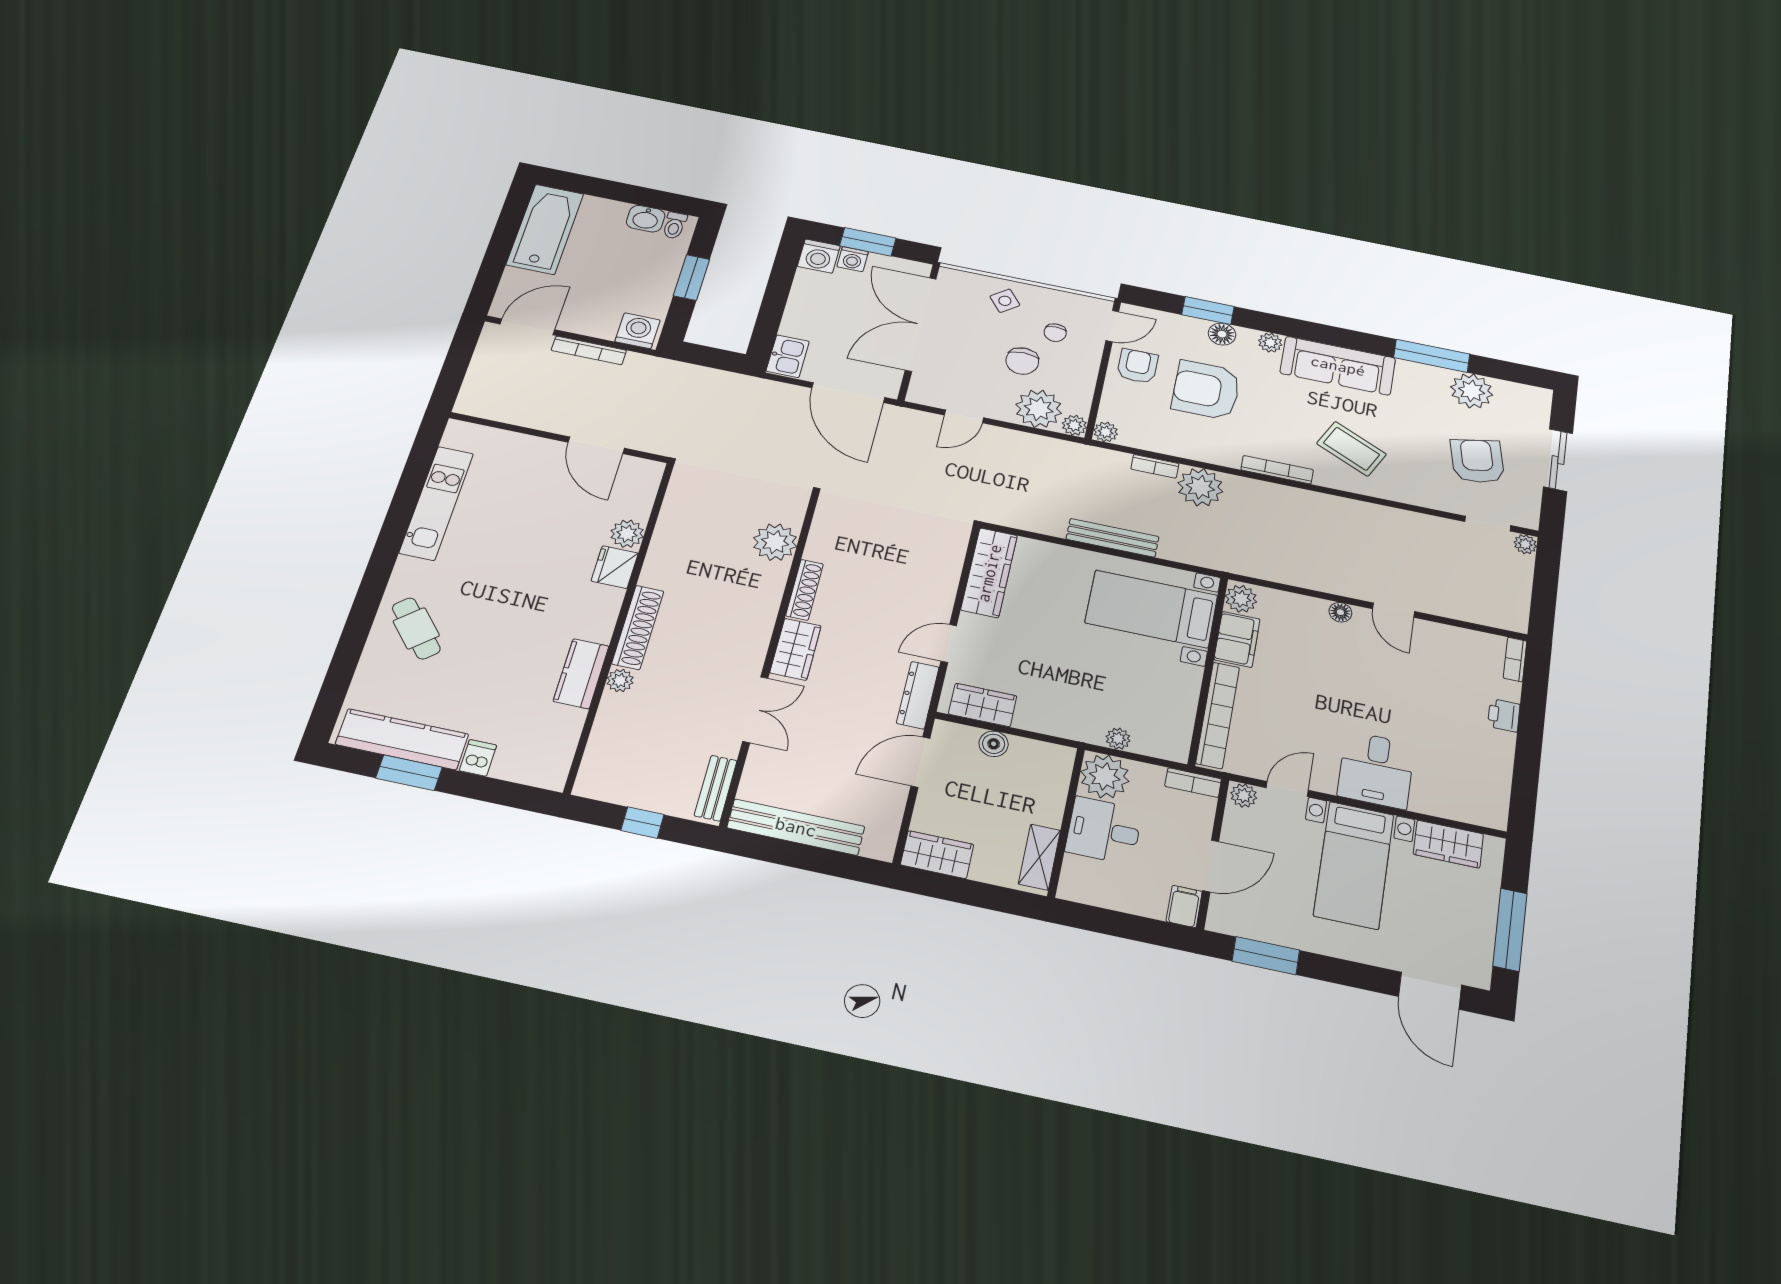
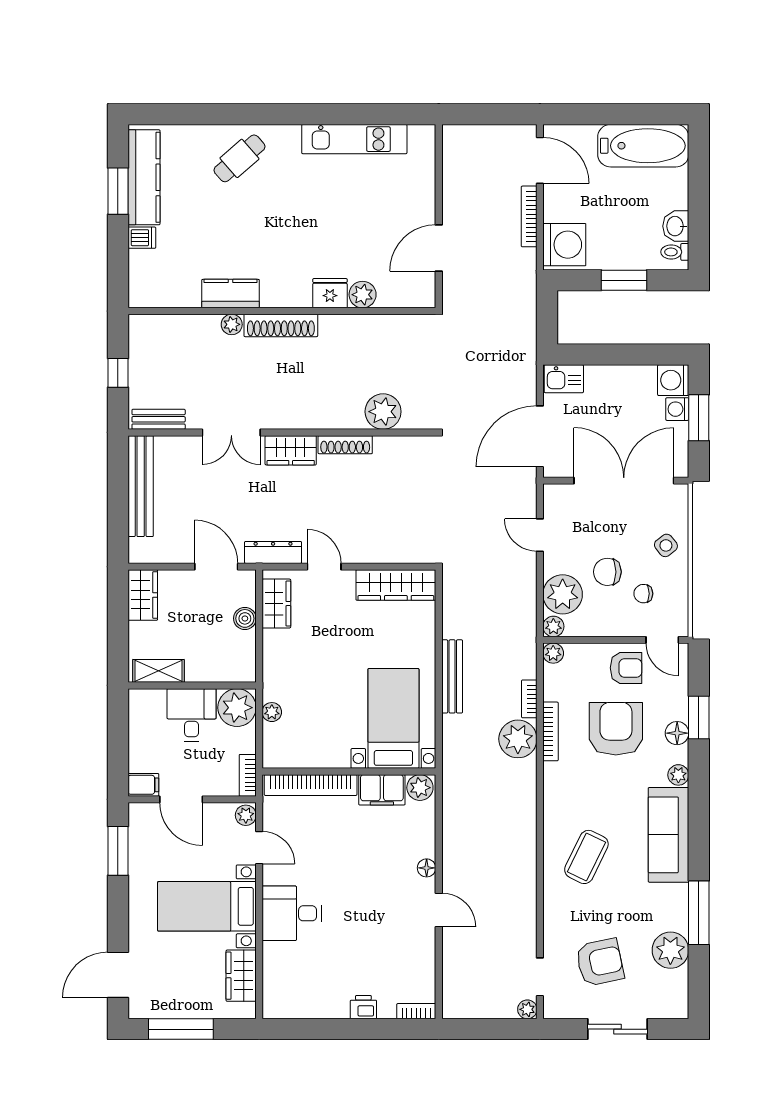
washing machine: (638, 331) -> (564, 245), width x1.37, depth x1.37
bookcase: (1277, 470) -> (551, 731), moved
door: (1394, 610) -> (439, 910), swing flipped

